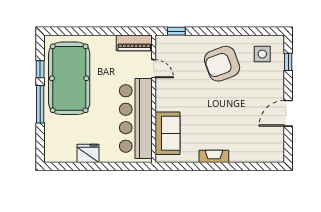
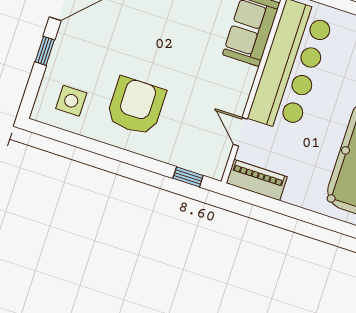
window: (288, 62) -> (45, 51), moved
armchair: (222, 64) -> (136, 106), turned -70

